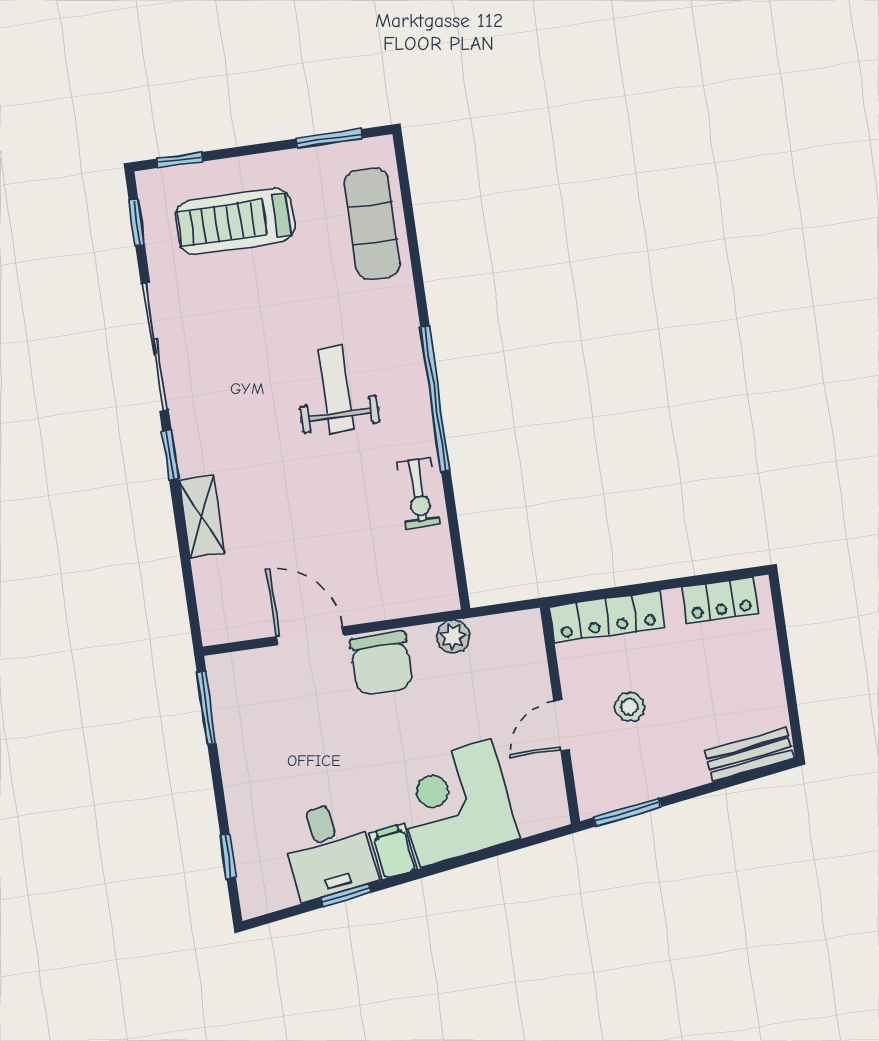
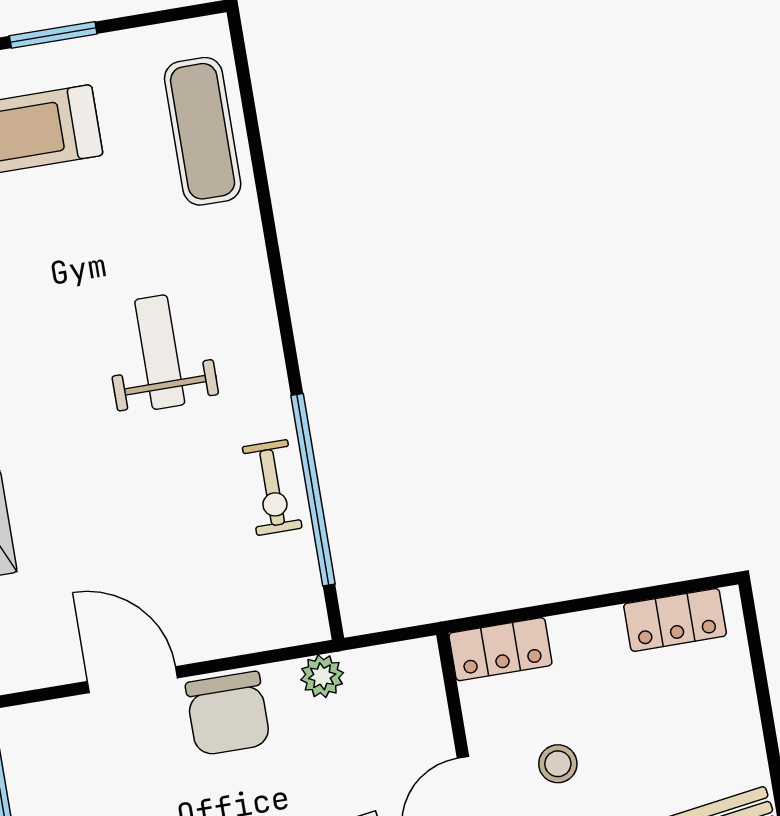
window: (329, 139) -> (53, 35), moved
window: (435, 399) -> (313, 490), moved
locker: (607, 617) -> (500, 649), width x0.66

